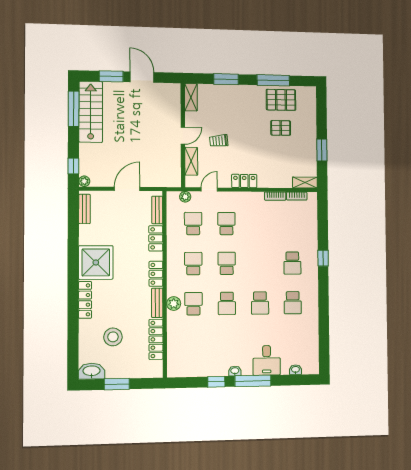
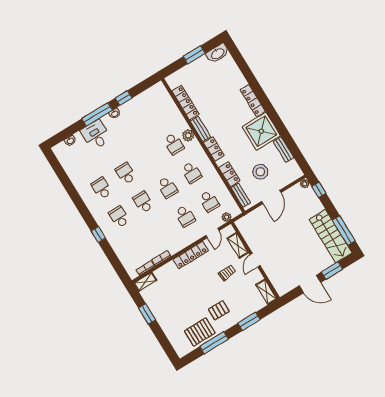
pallet: (281, 128) -> (219, 310), moved
locker: (244, 181) -> (191, 255), width x1.53
bench: (84, 209) -> (283, 150), moved
school desk: (227, 303) -> (143, 202), moved
stool: (113, 337) -> (260, 172), moved

